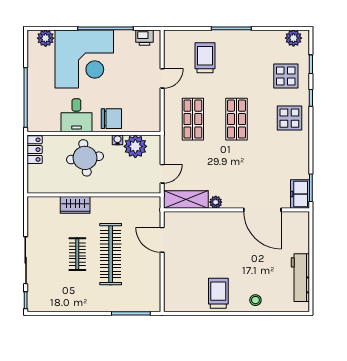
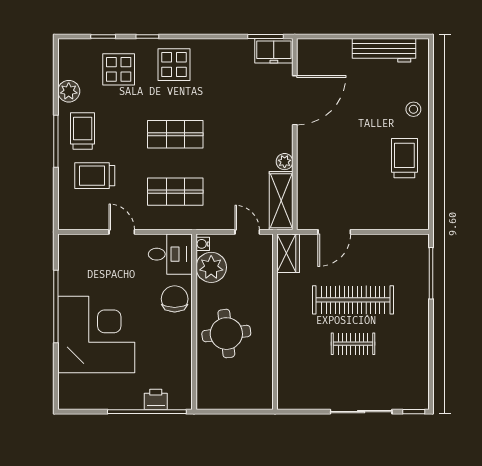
plant: (46, 38) -> (69, 385), removed
printer: (144, 38) -> (156, 399), moved, turned -90
plant: (293, 38) -> (69, 91), moved
trolley: (239, 49) -> (83, 131), added
desk: (76, 115) -> (170, 254), moved
water cooler: (117, 140) -> (203, 244), moved
locker: (35, 150) -> (215, 400), removed
wardrobe: (75, 205) -> (288, 253), moved
trolley: (218, 293) -> (404, 158), turned 90

